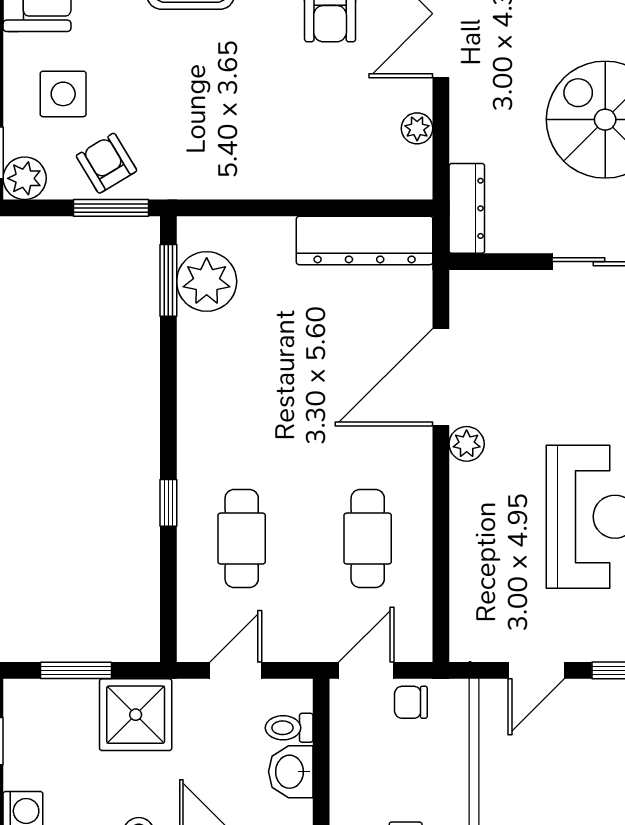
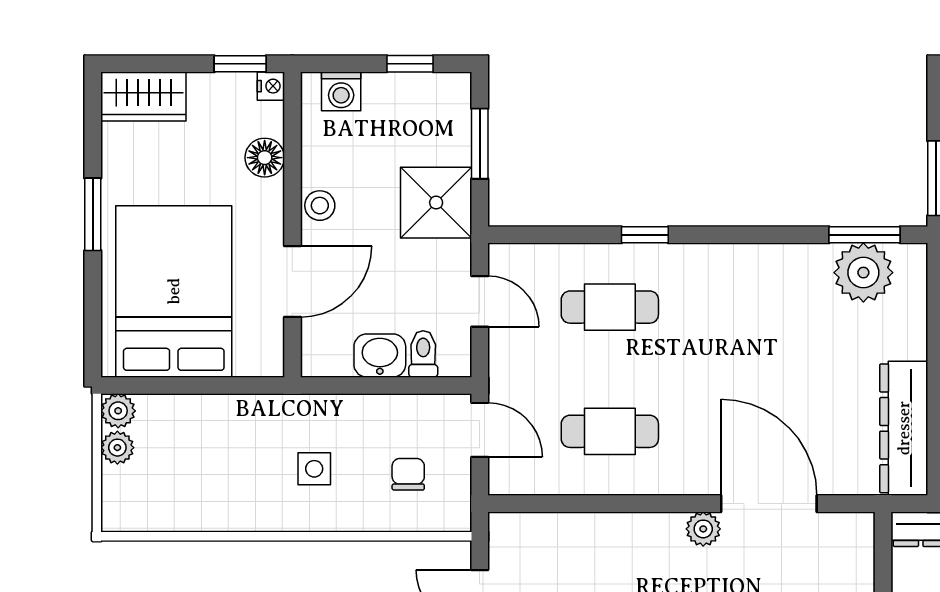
chair: (411, 702) -> (408, 474), moved

